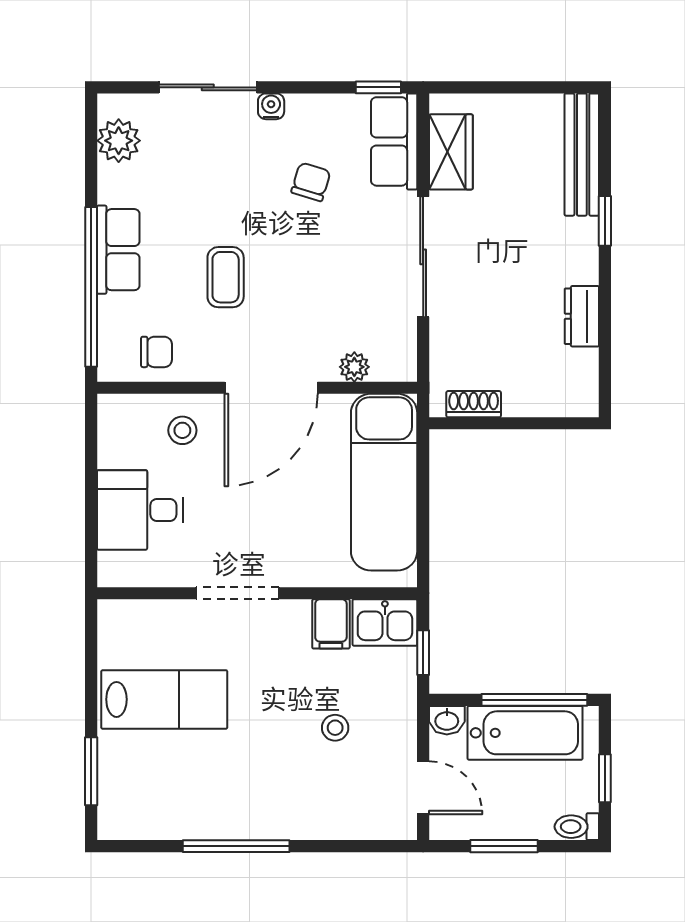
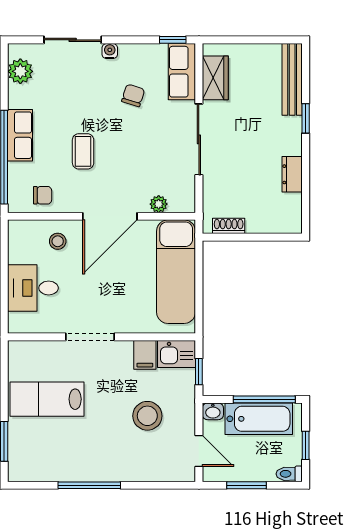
lab bench: (164, 699) -> (47, 399), turned 180
stool: (335, 728) -> (147, 416), width x1.89, depth x1.89

